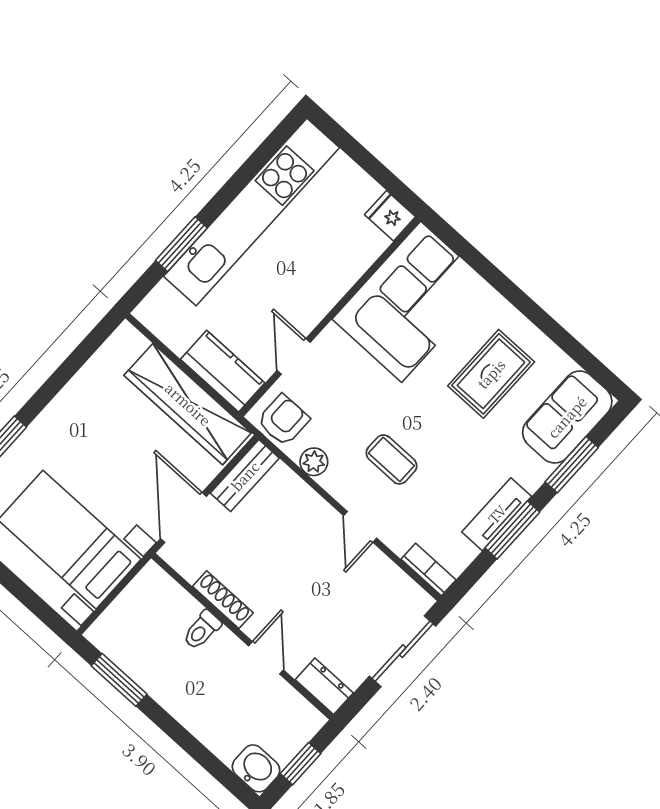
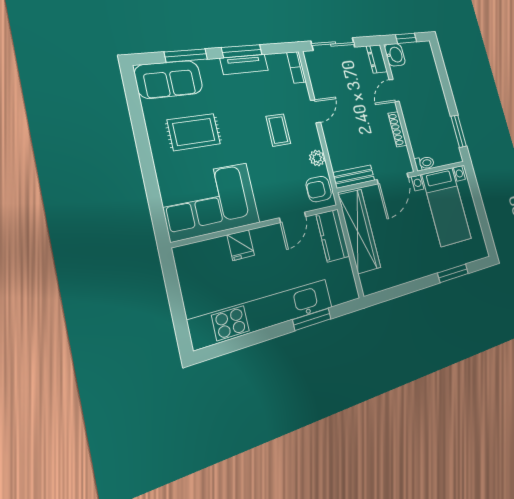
fridge: (390, 216) -> (241, 245), moved
toilet: (202, 630) -> (424, 163), moved
washbasin: (256, 768) -> (395, 55), moved, turned 180

